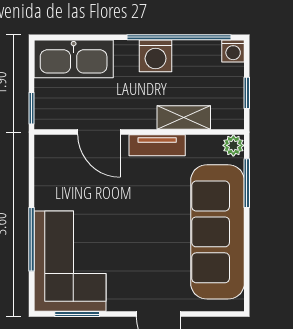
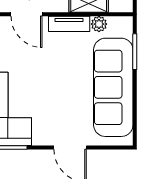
plant: (233, 145) -> (99, 24), moved

